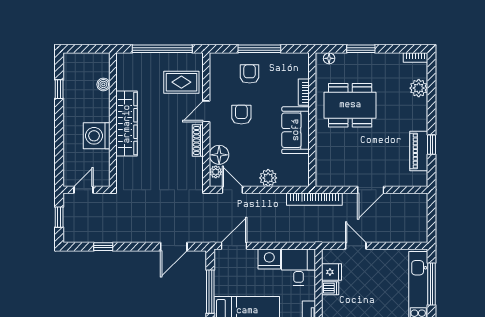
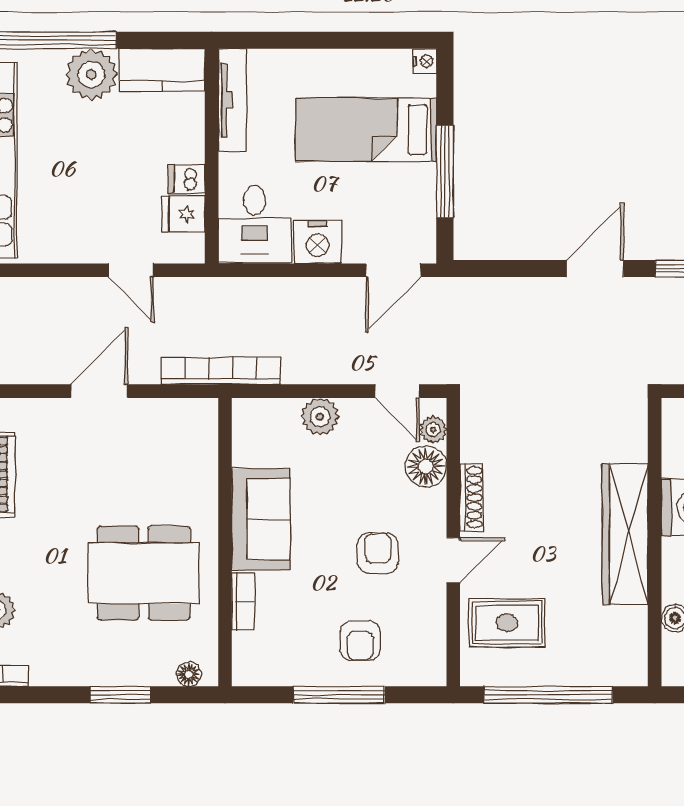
armchair: (241, 115) -> (378, 553), turned 180
door: (174, 247) -> (595, 269), moved

